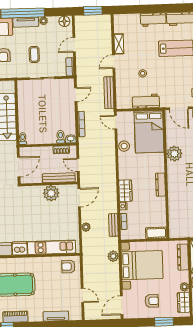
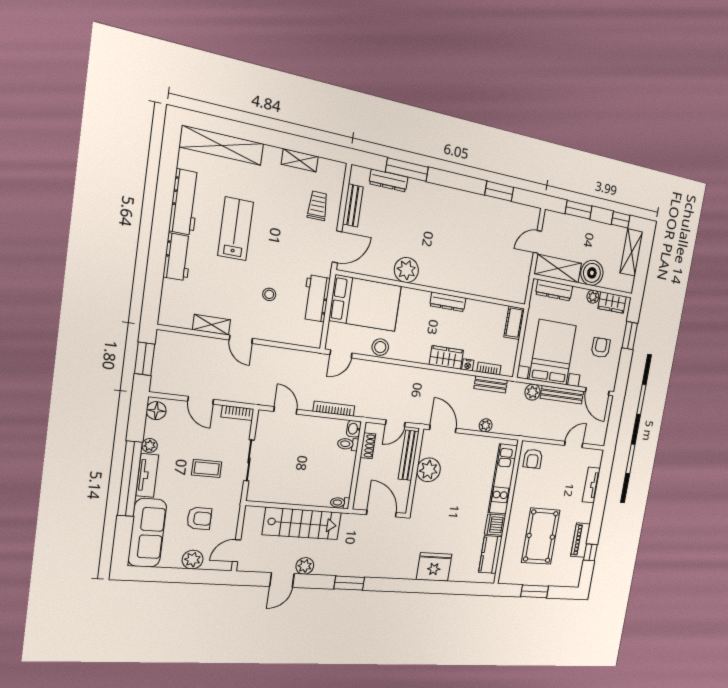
bench: (109, 93) -> (562, 395), moved

